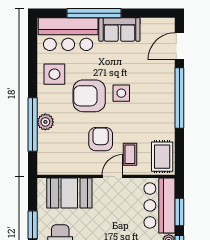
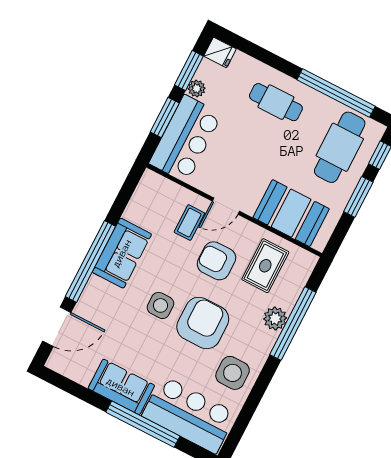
armchair: (89, 96) -> (203, 323), turned -90
sofa: (162, 113) -> (122, 253), added
armchair: (101, 139) -> (216, 261), turned 90
rug: (162, 157) -> (265, 266), moved

